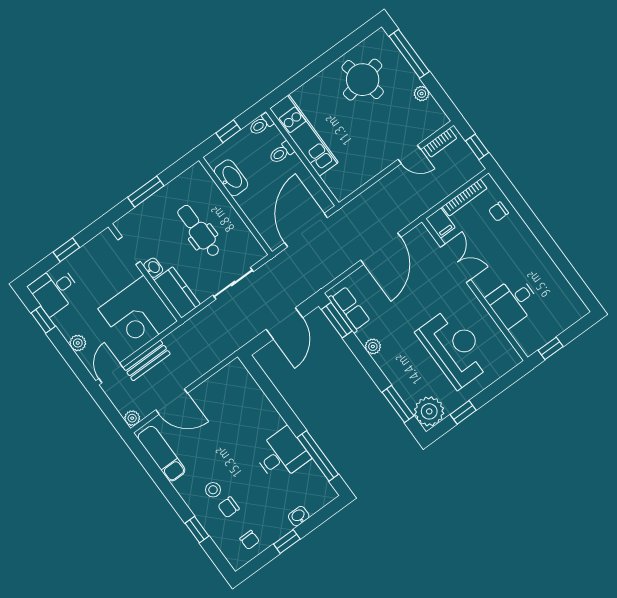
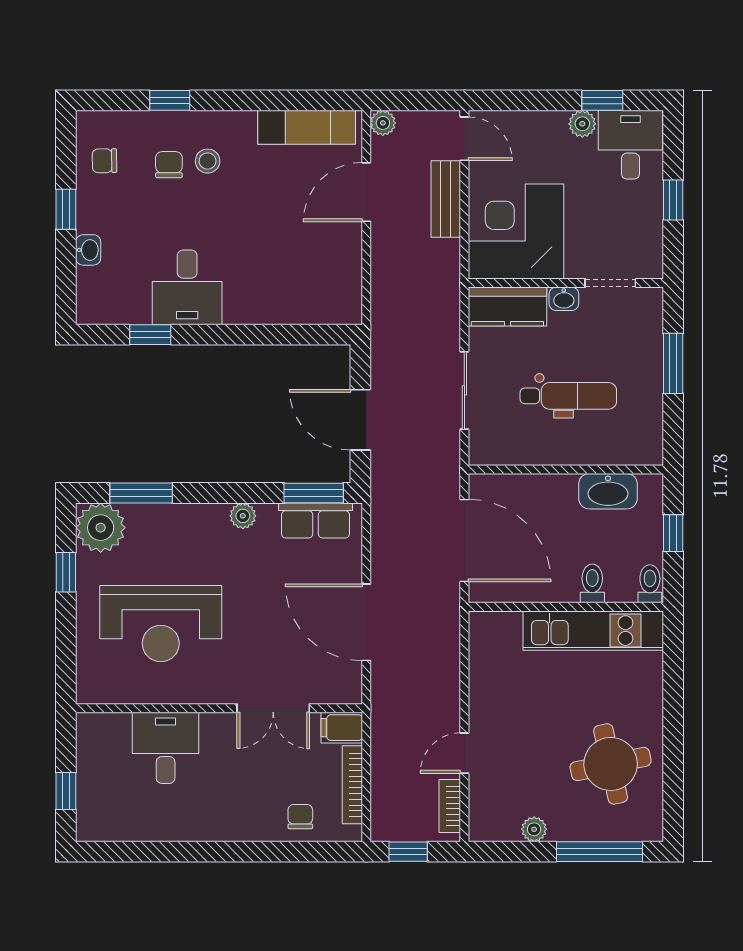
plant: (78, 343) -> (582, 124), moved
window: (551, 348) -> (66, 791), moved
window: (318, 456) -> (150, 335), width x0.46

